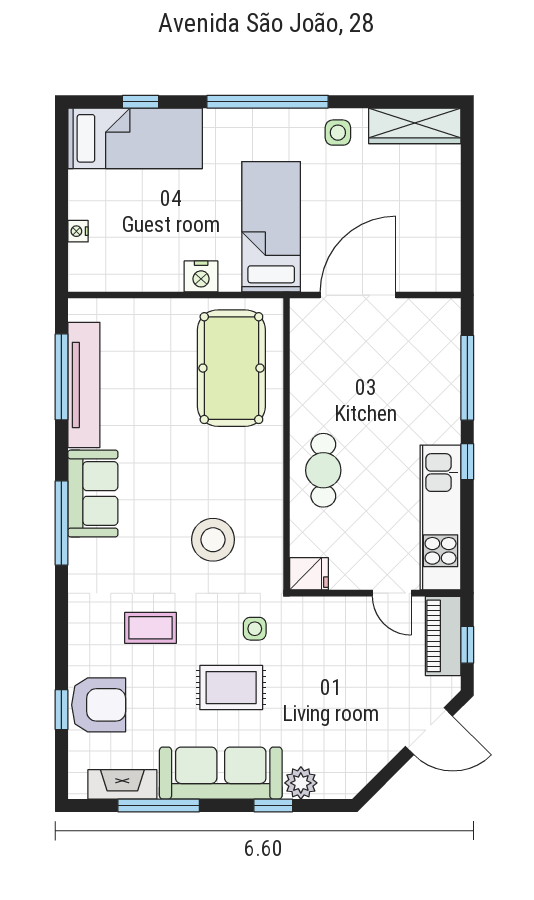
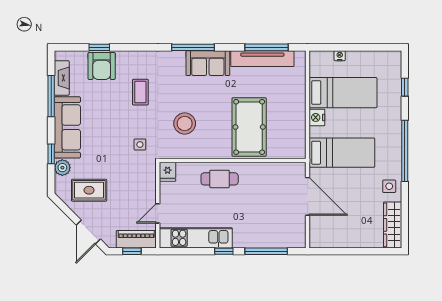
bed: (135, 138) -> (343, 93), moved, turned -90
pool table: (231, 368) -> (249, 127), moved, turned 90
rug: (231, 688) -> (89, 190), moved, turned 90

